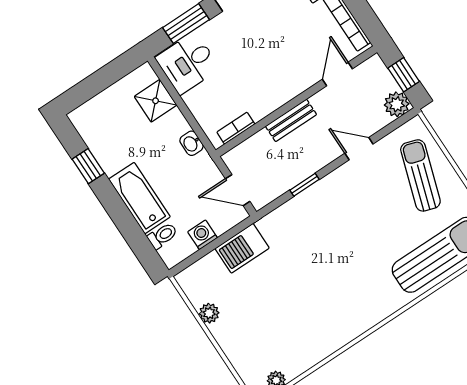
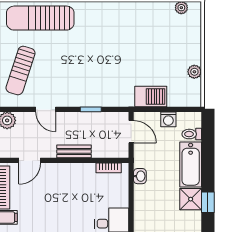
shower: (156, 101) -> (191, 199), moved

